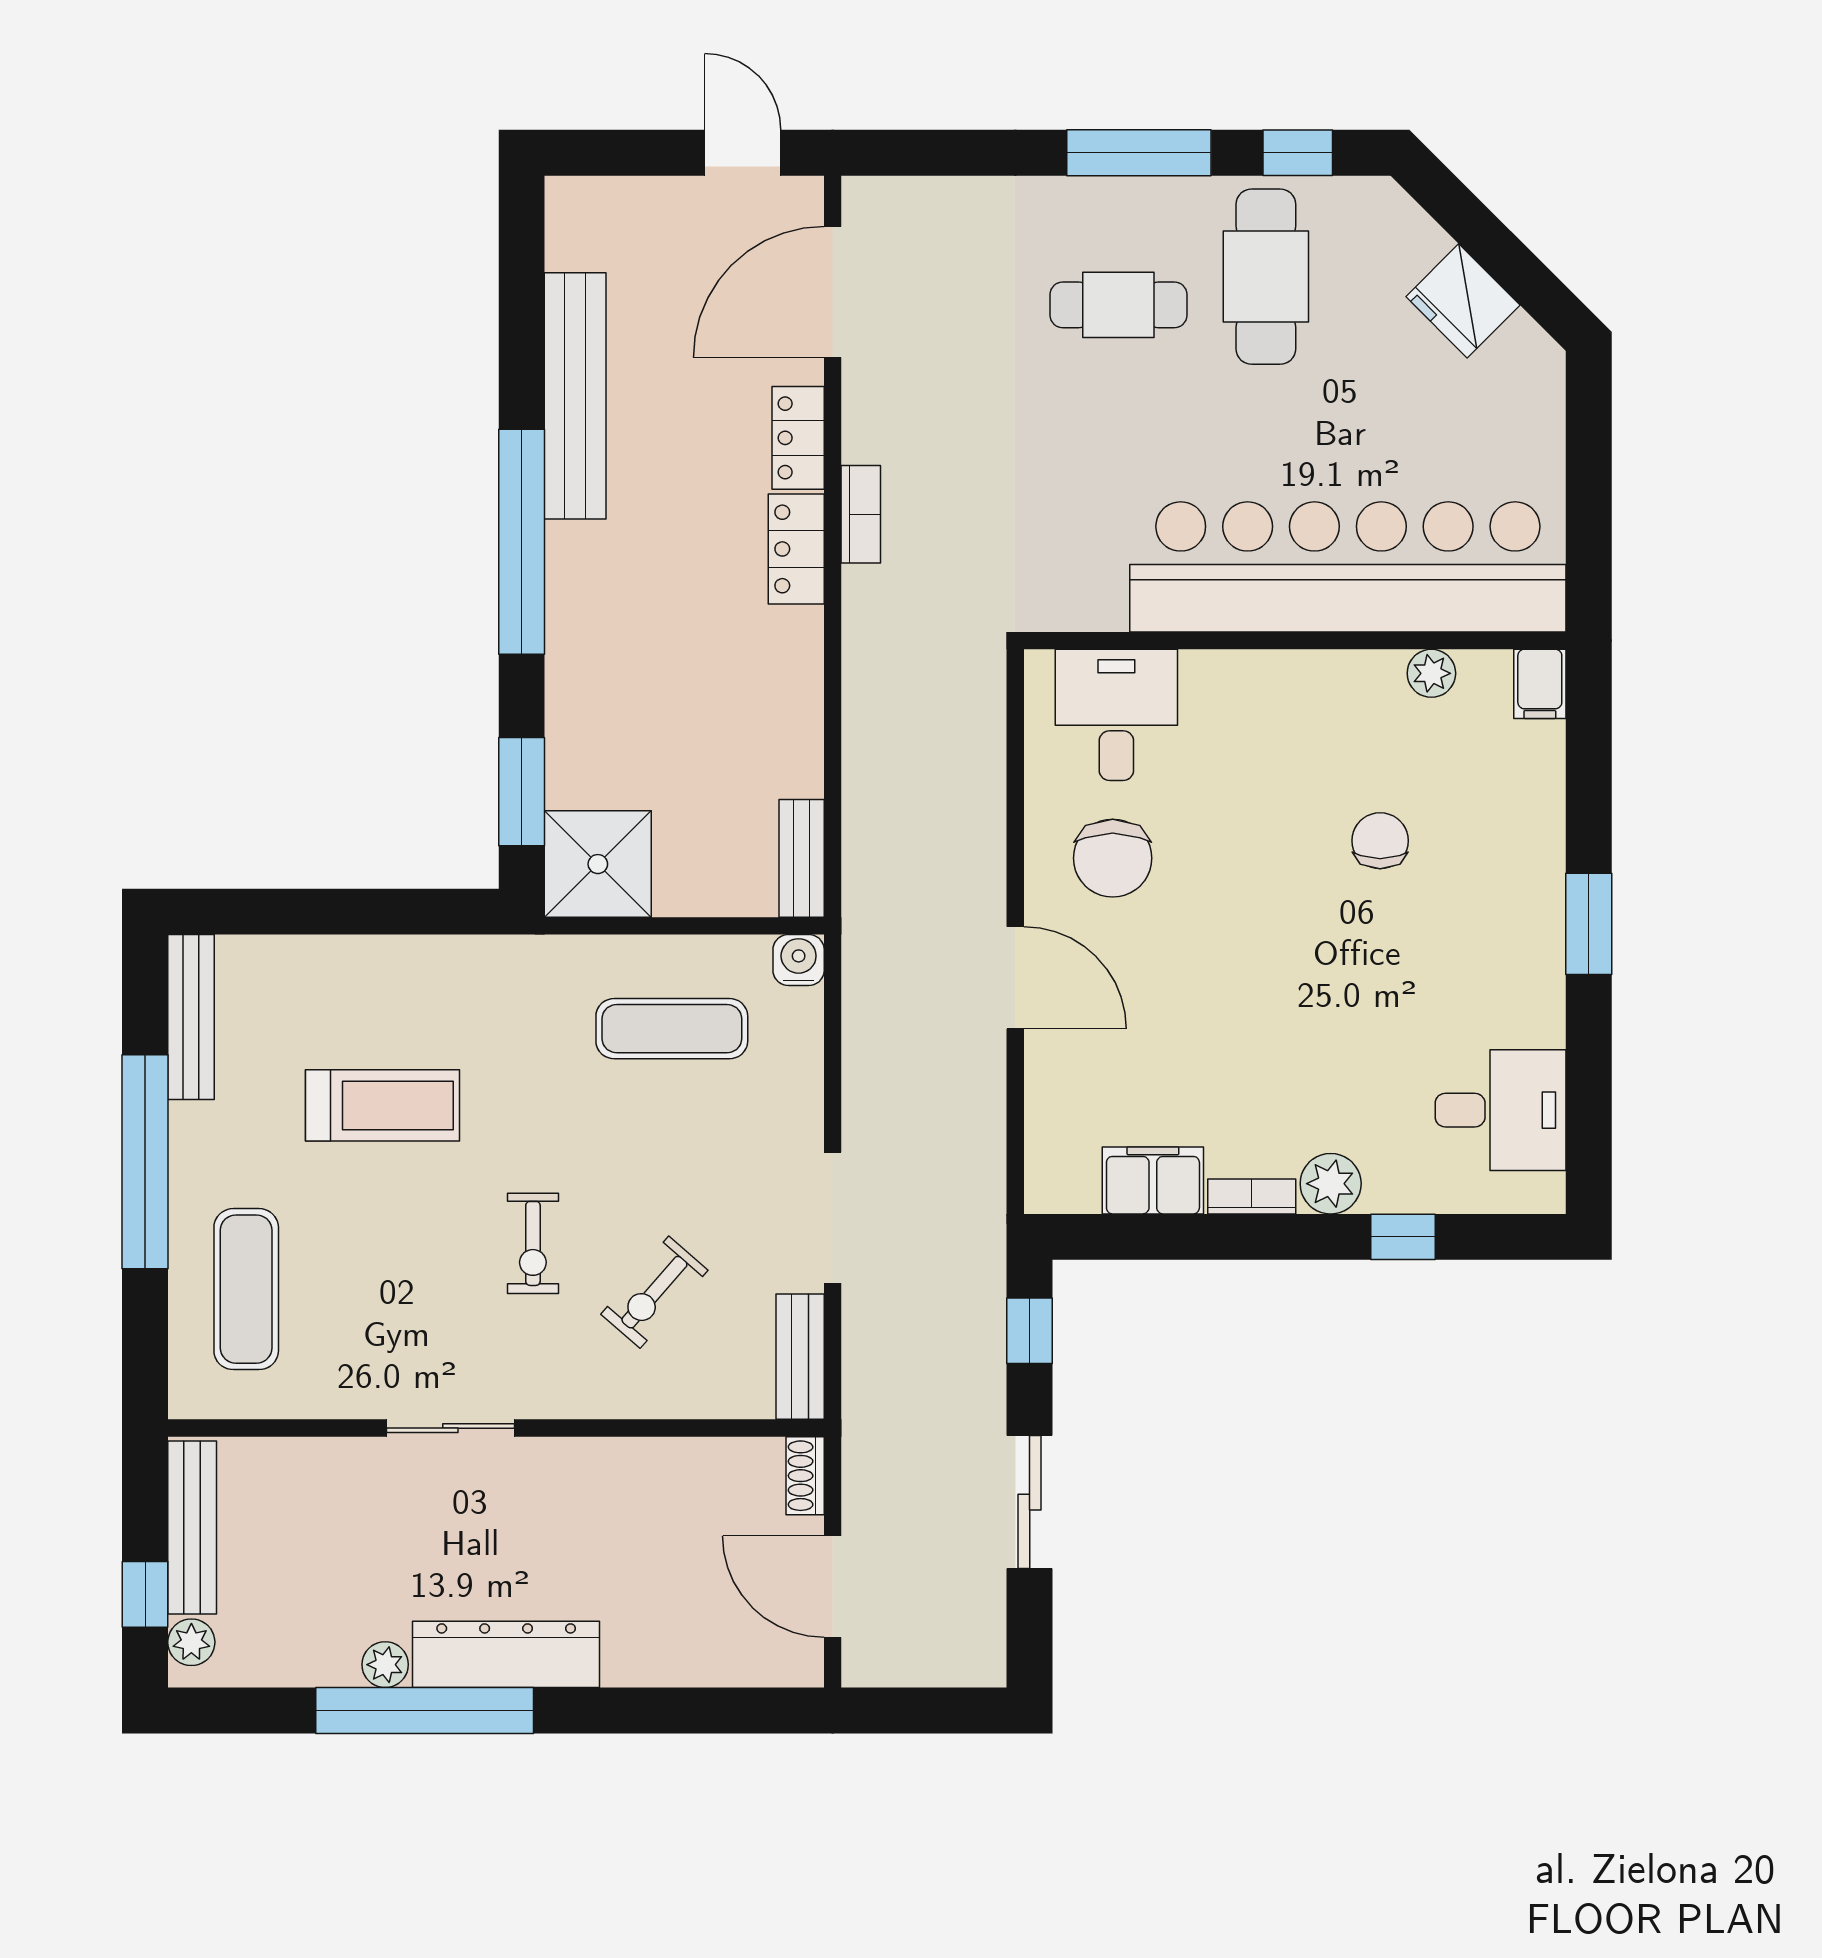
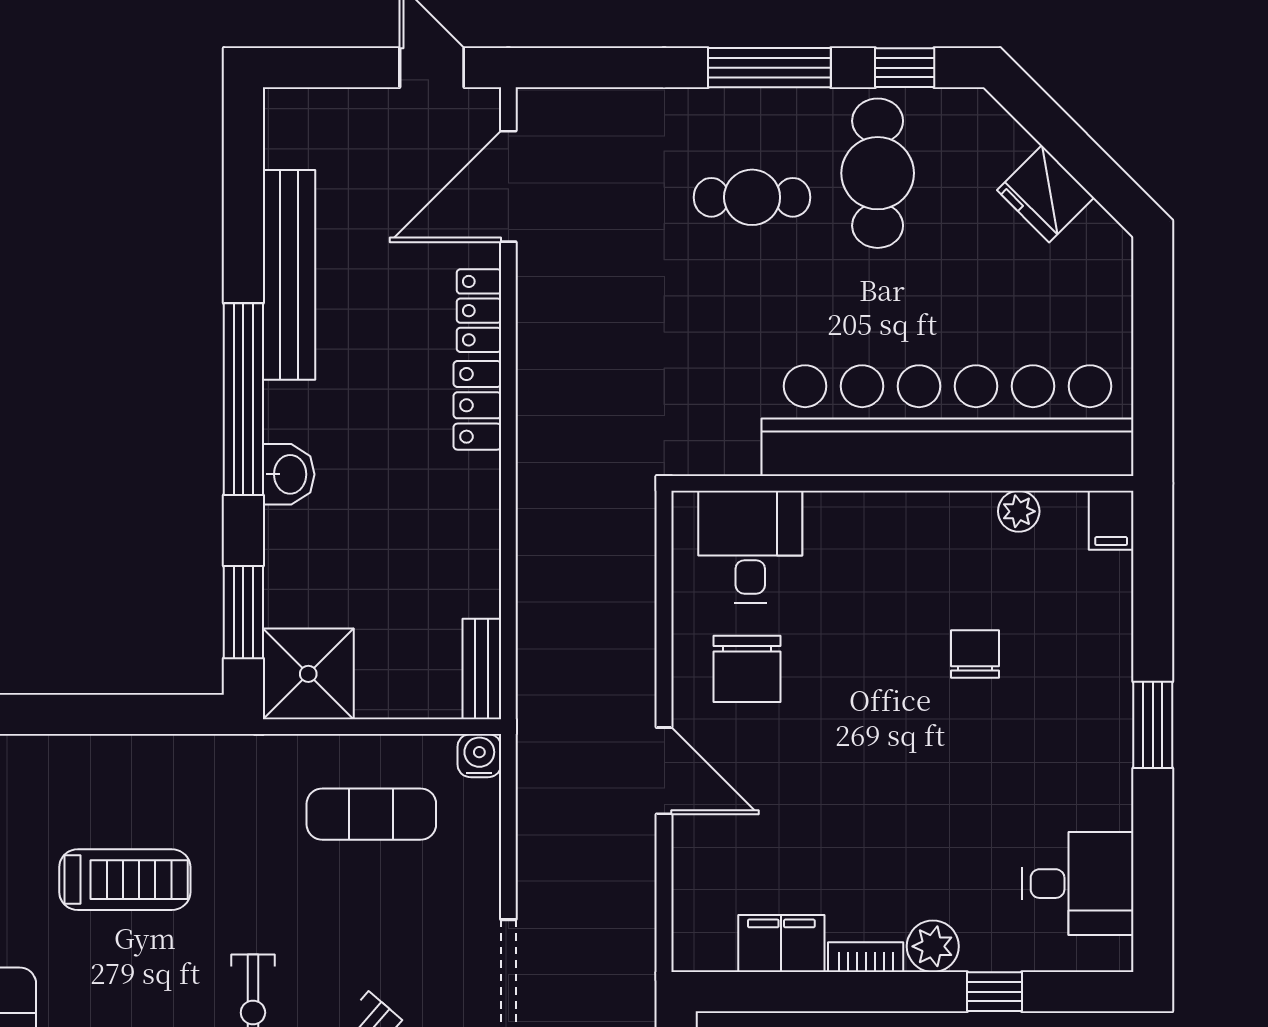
bookcase: (861, 514) -> (532, 376), removed
washbasin: (575, 630) -> (289, 474), added

